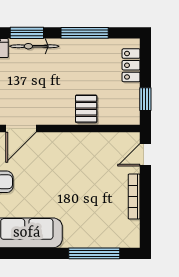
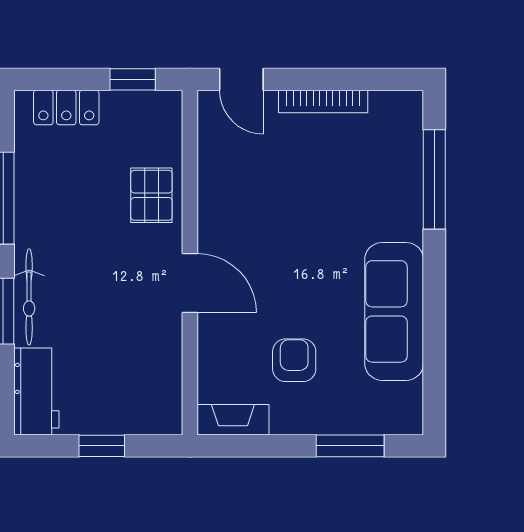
pallet: (86, 109) -> (151, 195), turned 90
door: (21, 128) -> (190, 283), moved

